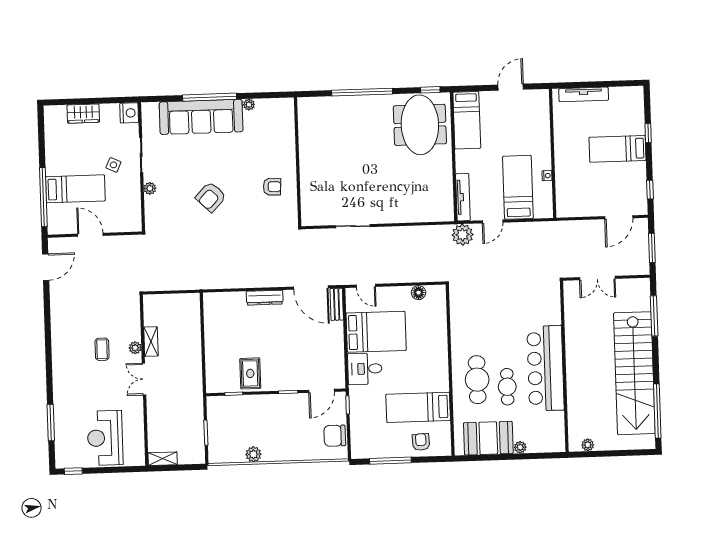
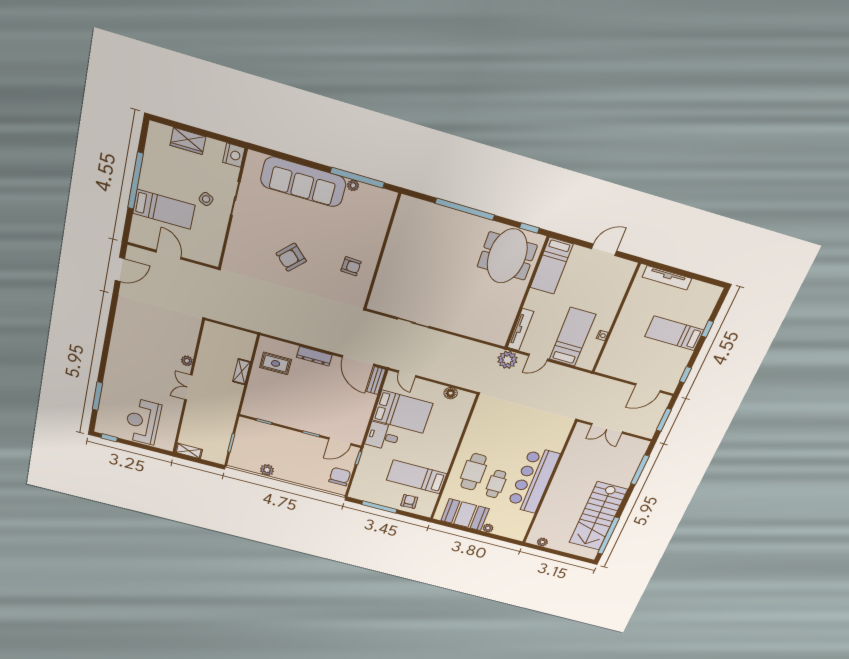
window: (210, 97) -> (357, 178), moved
plant: (150, 188) -> (236, 231), removed
window: (43, 197) -> (136, 181), moved
shelving: (151, 342) -> (241, 372), moved
coffee table: (102, 349) -> (157, 353), removed
rug: (250, 373) -> (276, 363), moved, turned 90
stairs: (634, 373) -> (598, 516), width x0.73
chair: (335, 436) -> (340, 477), turned 90

